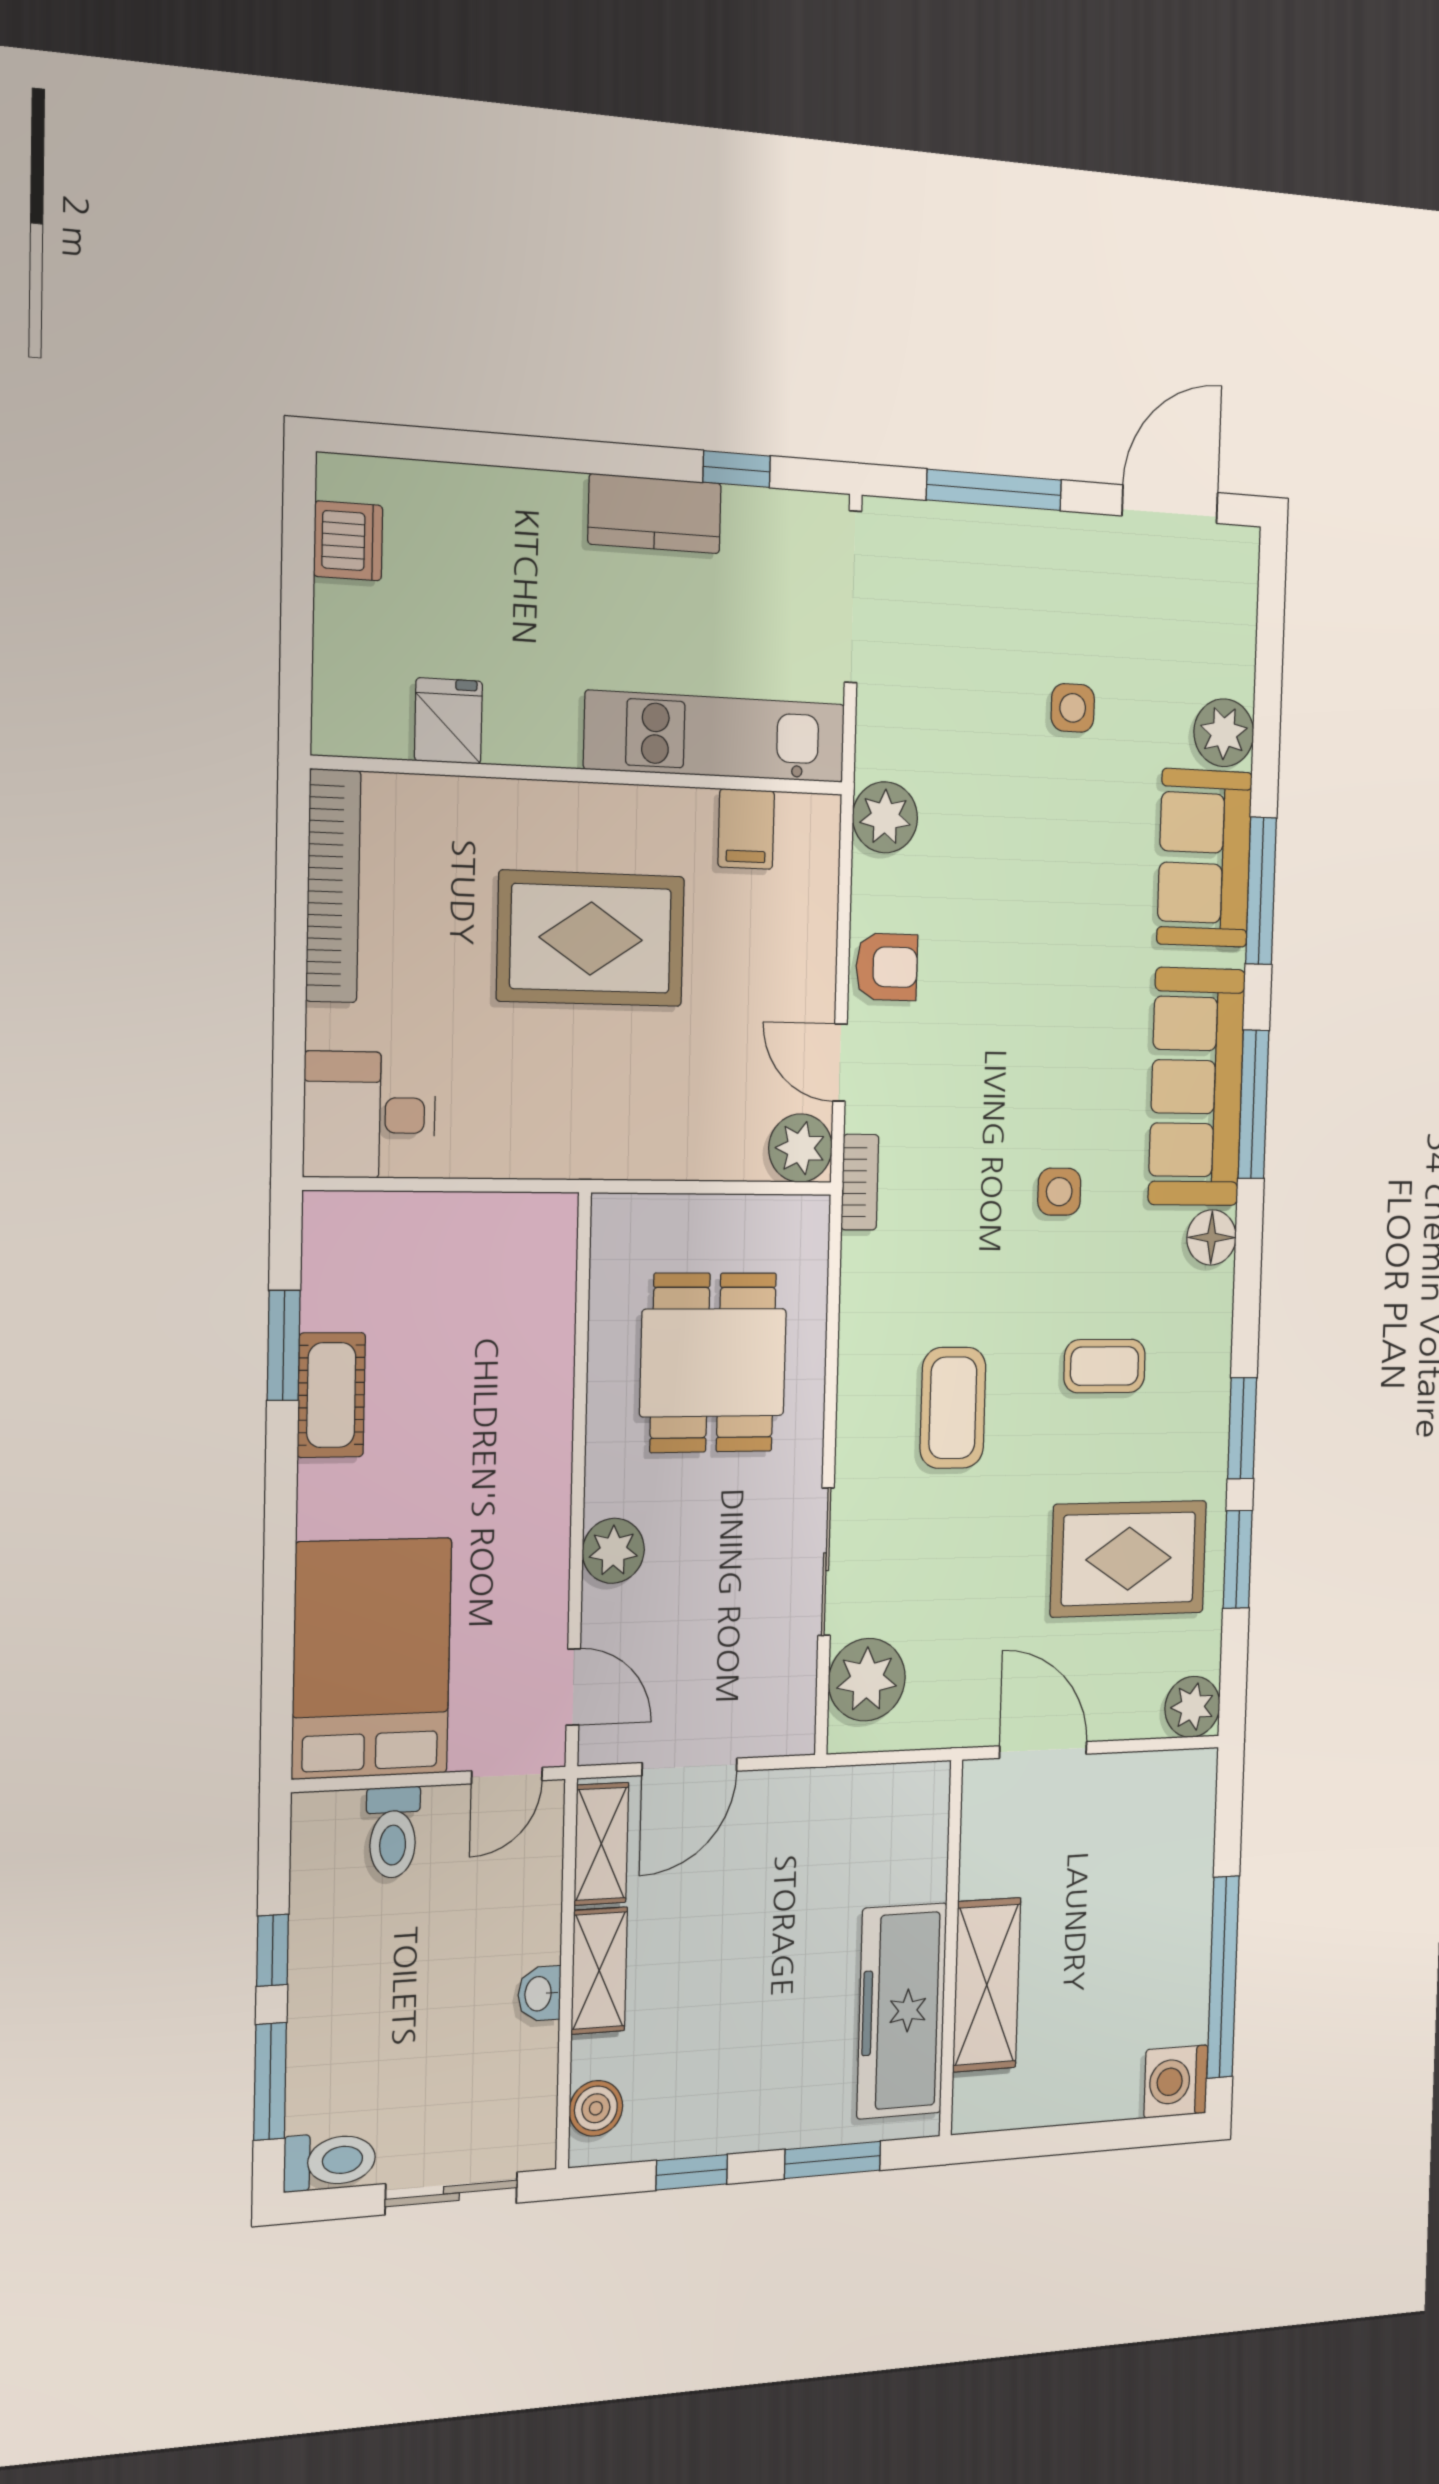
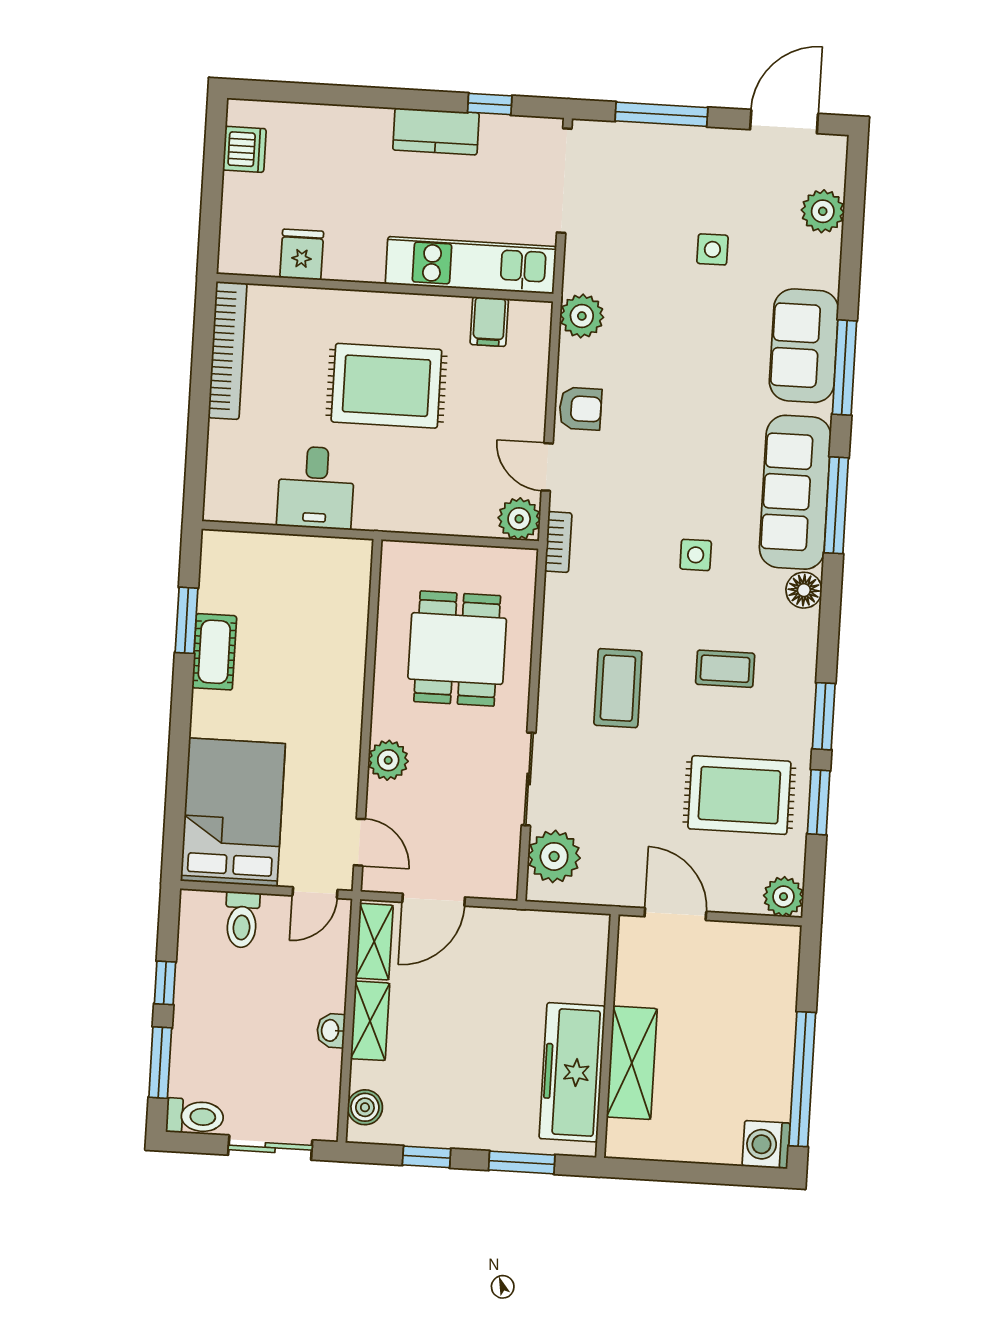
plant: (1224, 733) -> (823, 211), moved
desk: (369, 1115) -> (316, 488), moved, turned -90

